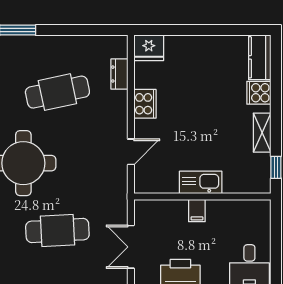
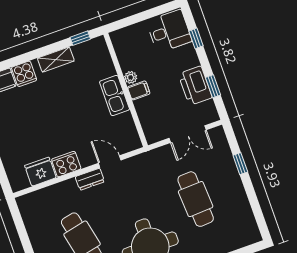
fridge: (149, 48) -> (40, 172), moved, turned -90
dresser: (119, 74) -> (90, 179), moved
plant: (214, 207) -> (131, 77), added

